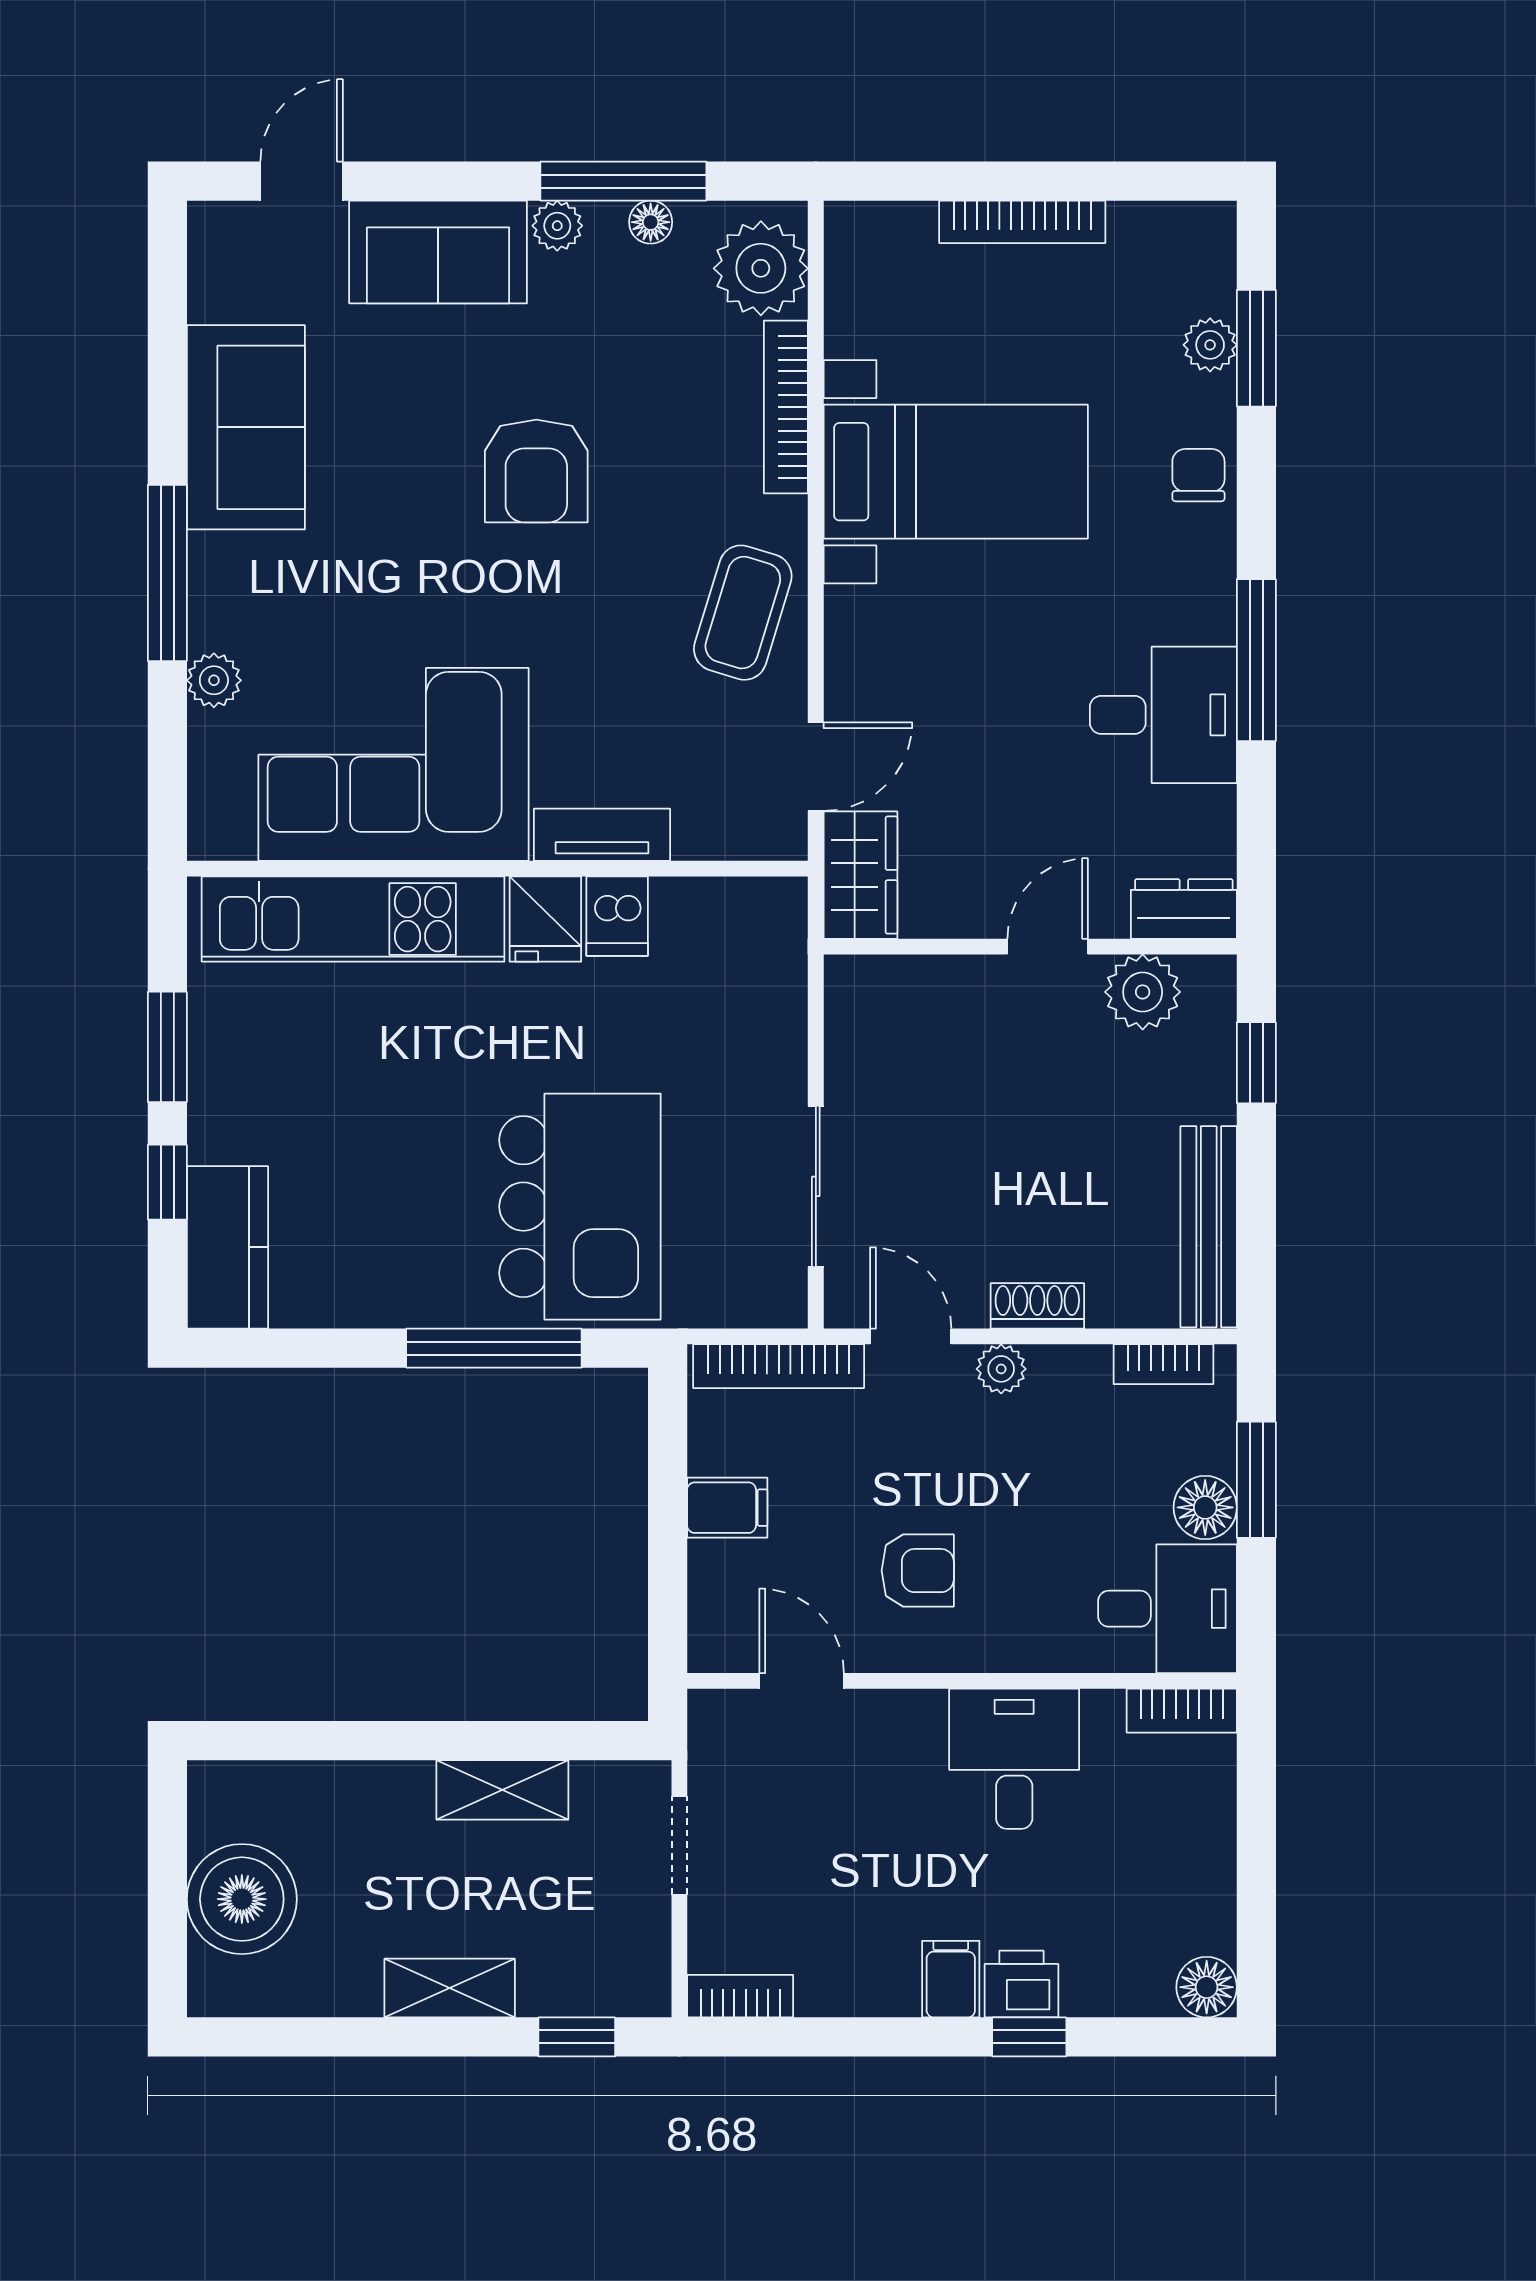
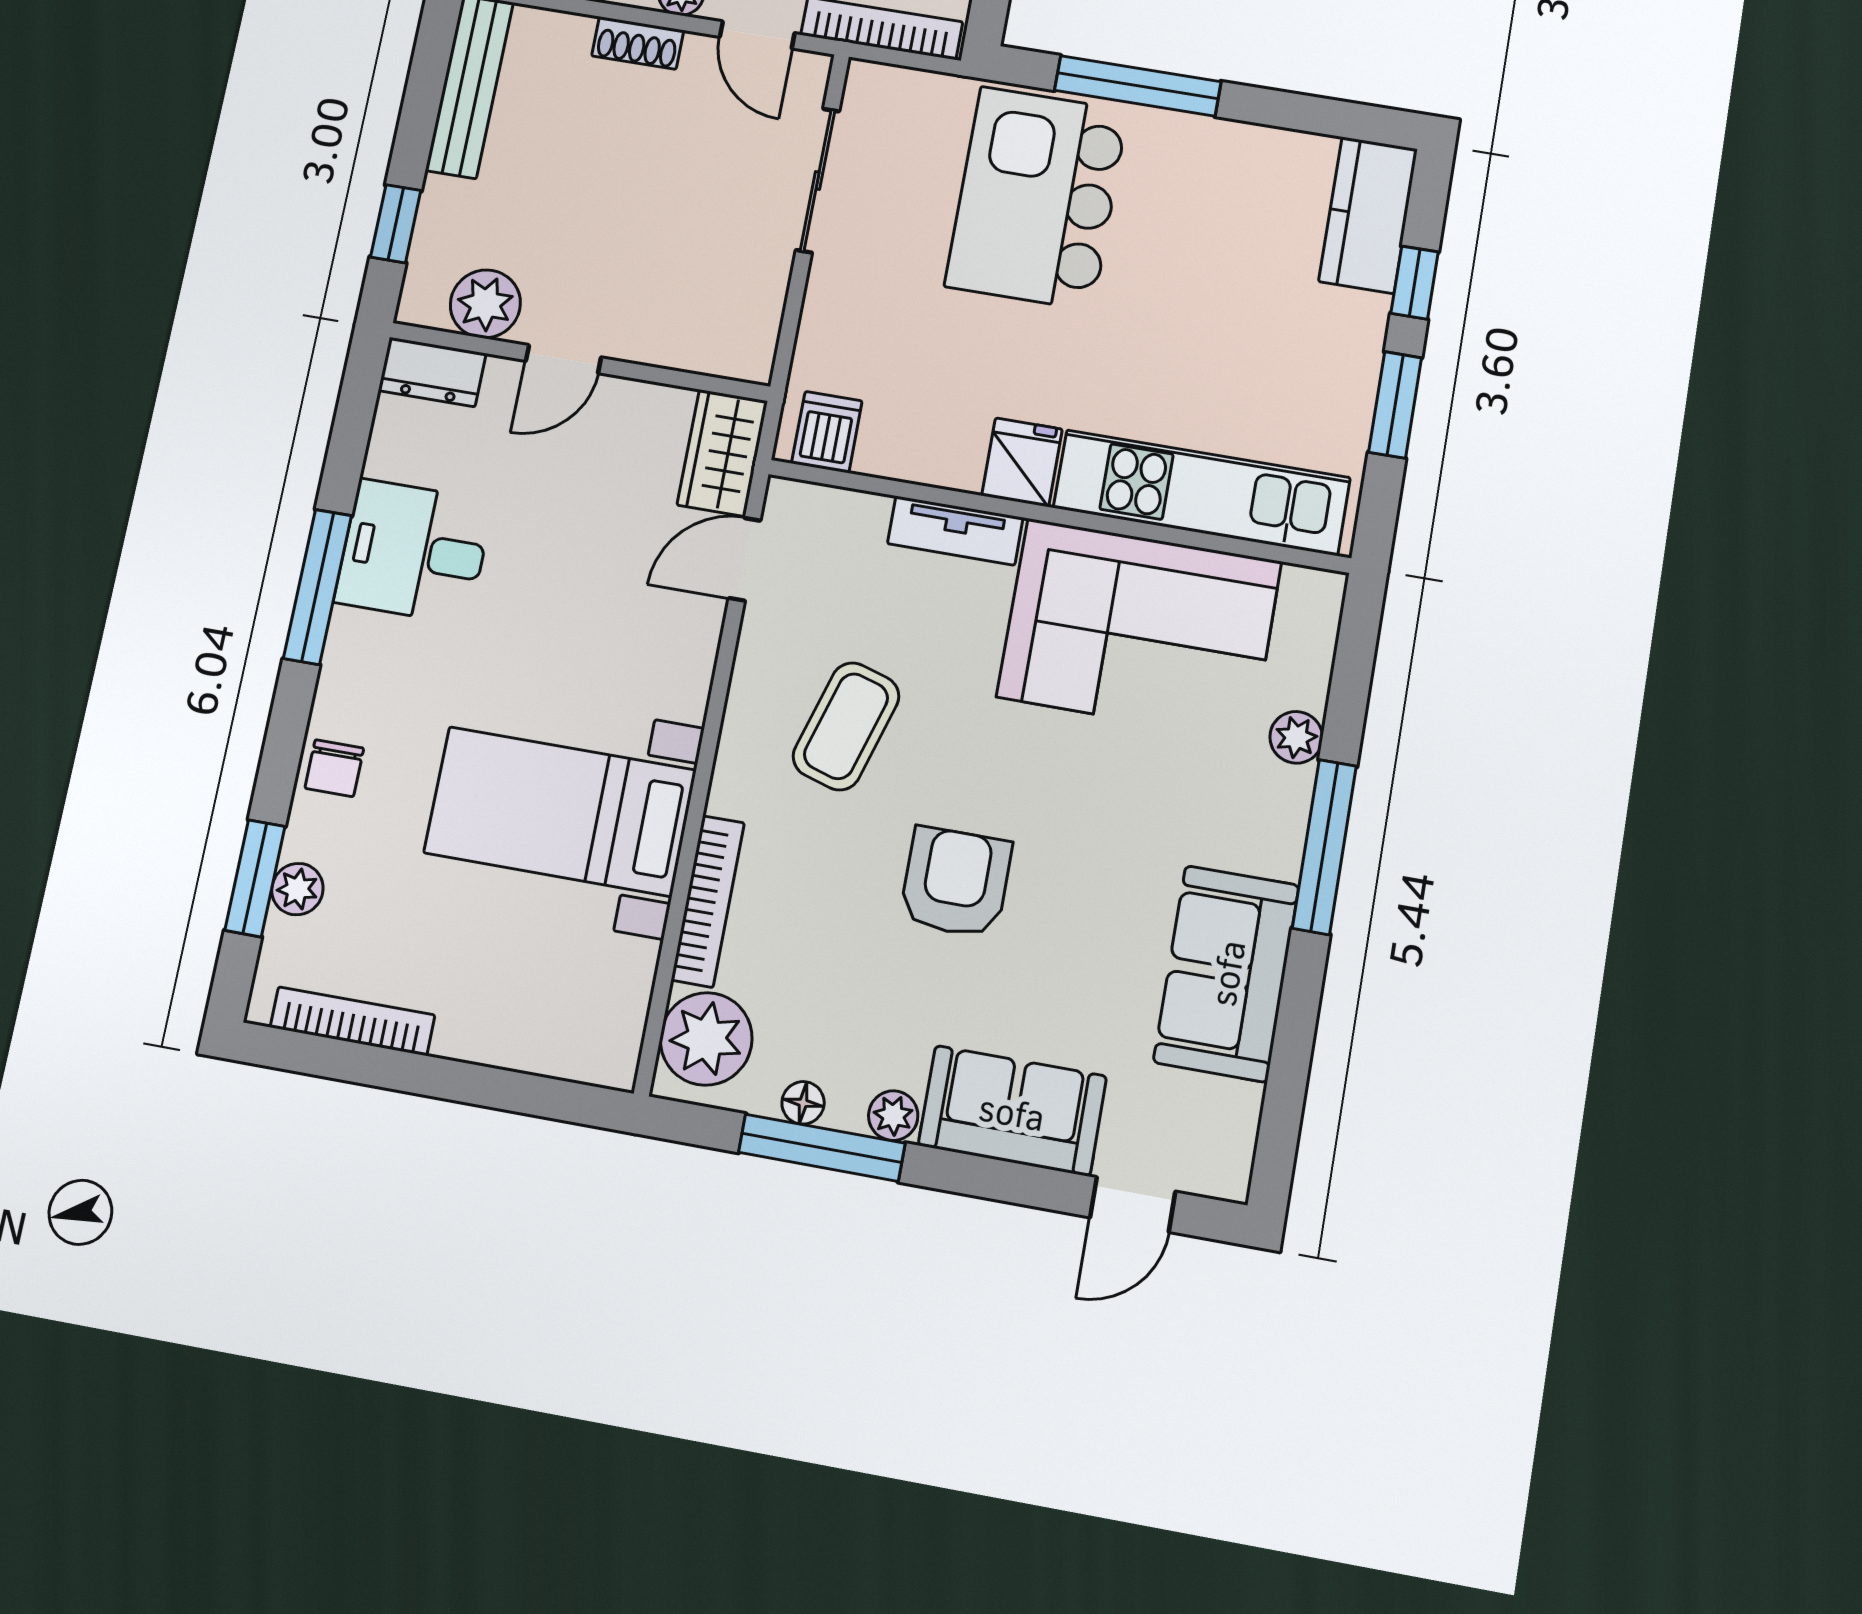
bookcase: (1022, 222) -> (352, 1021), moved
coffee table: (743, 613) -> (846, 726), moved
dishwasher: (617, 916) -> (827, 432), moved

